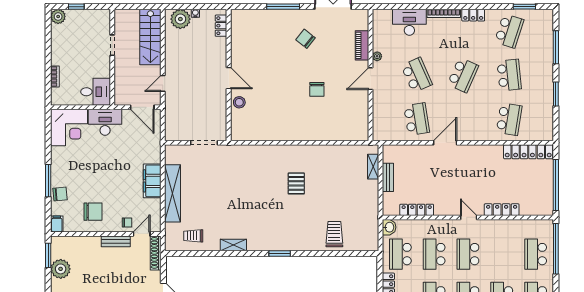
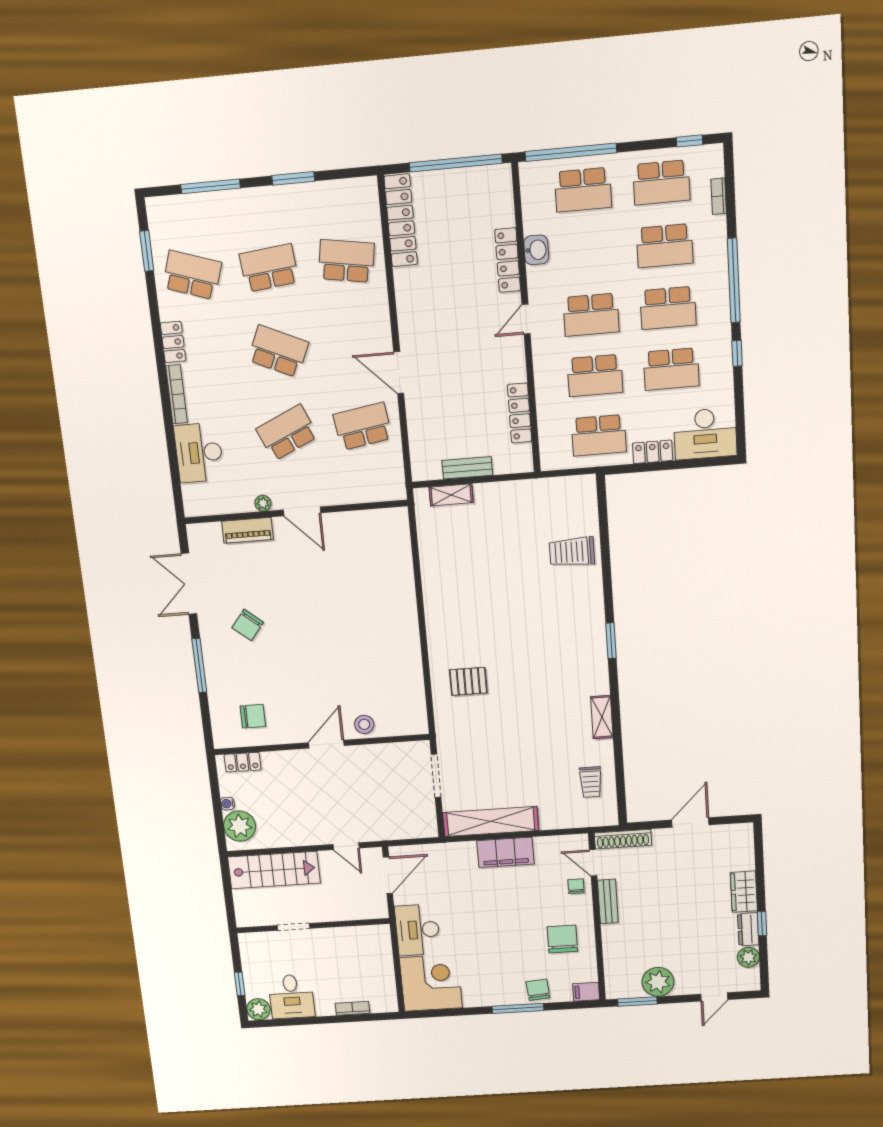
chair: (317, 89) -> (253, 716), moved
desk: (96, 92) -> (291, 997), moved, turned 180
pallet: (296, 183) -> (468, 681), moved
shelving: (173, 193) -> (491, 821), moved
washbasin: (389, 227) -> (536, 250), moved, turned 90

